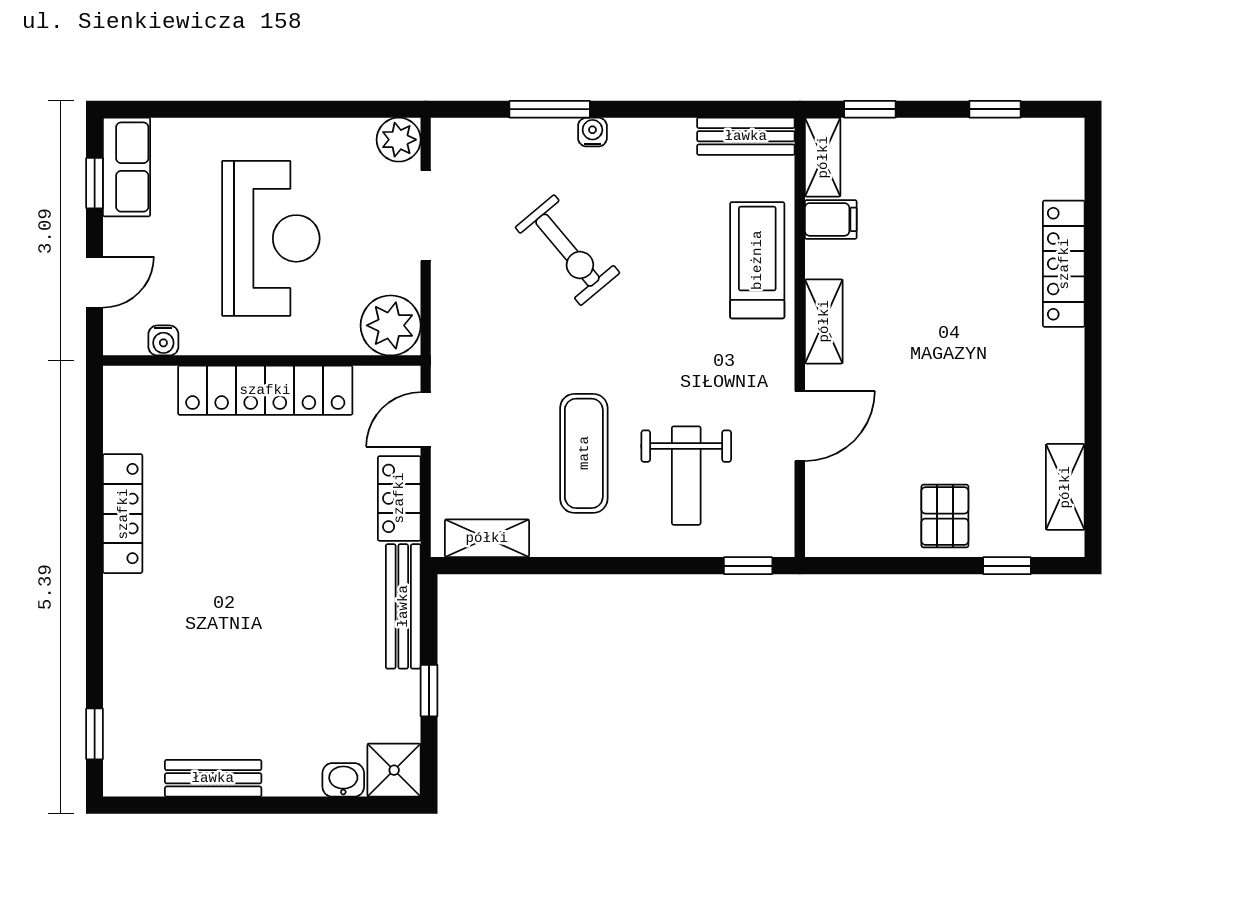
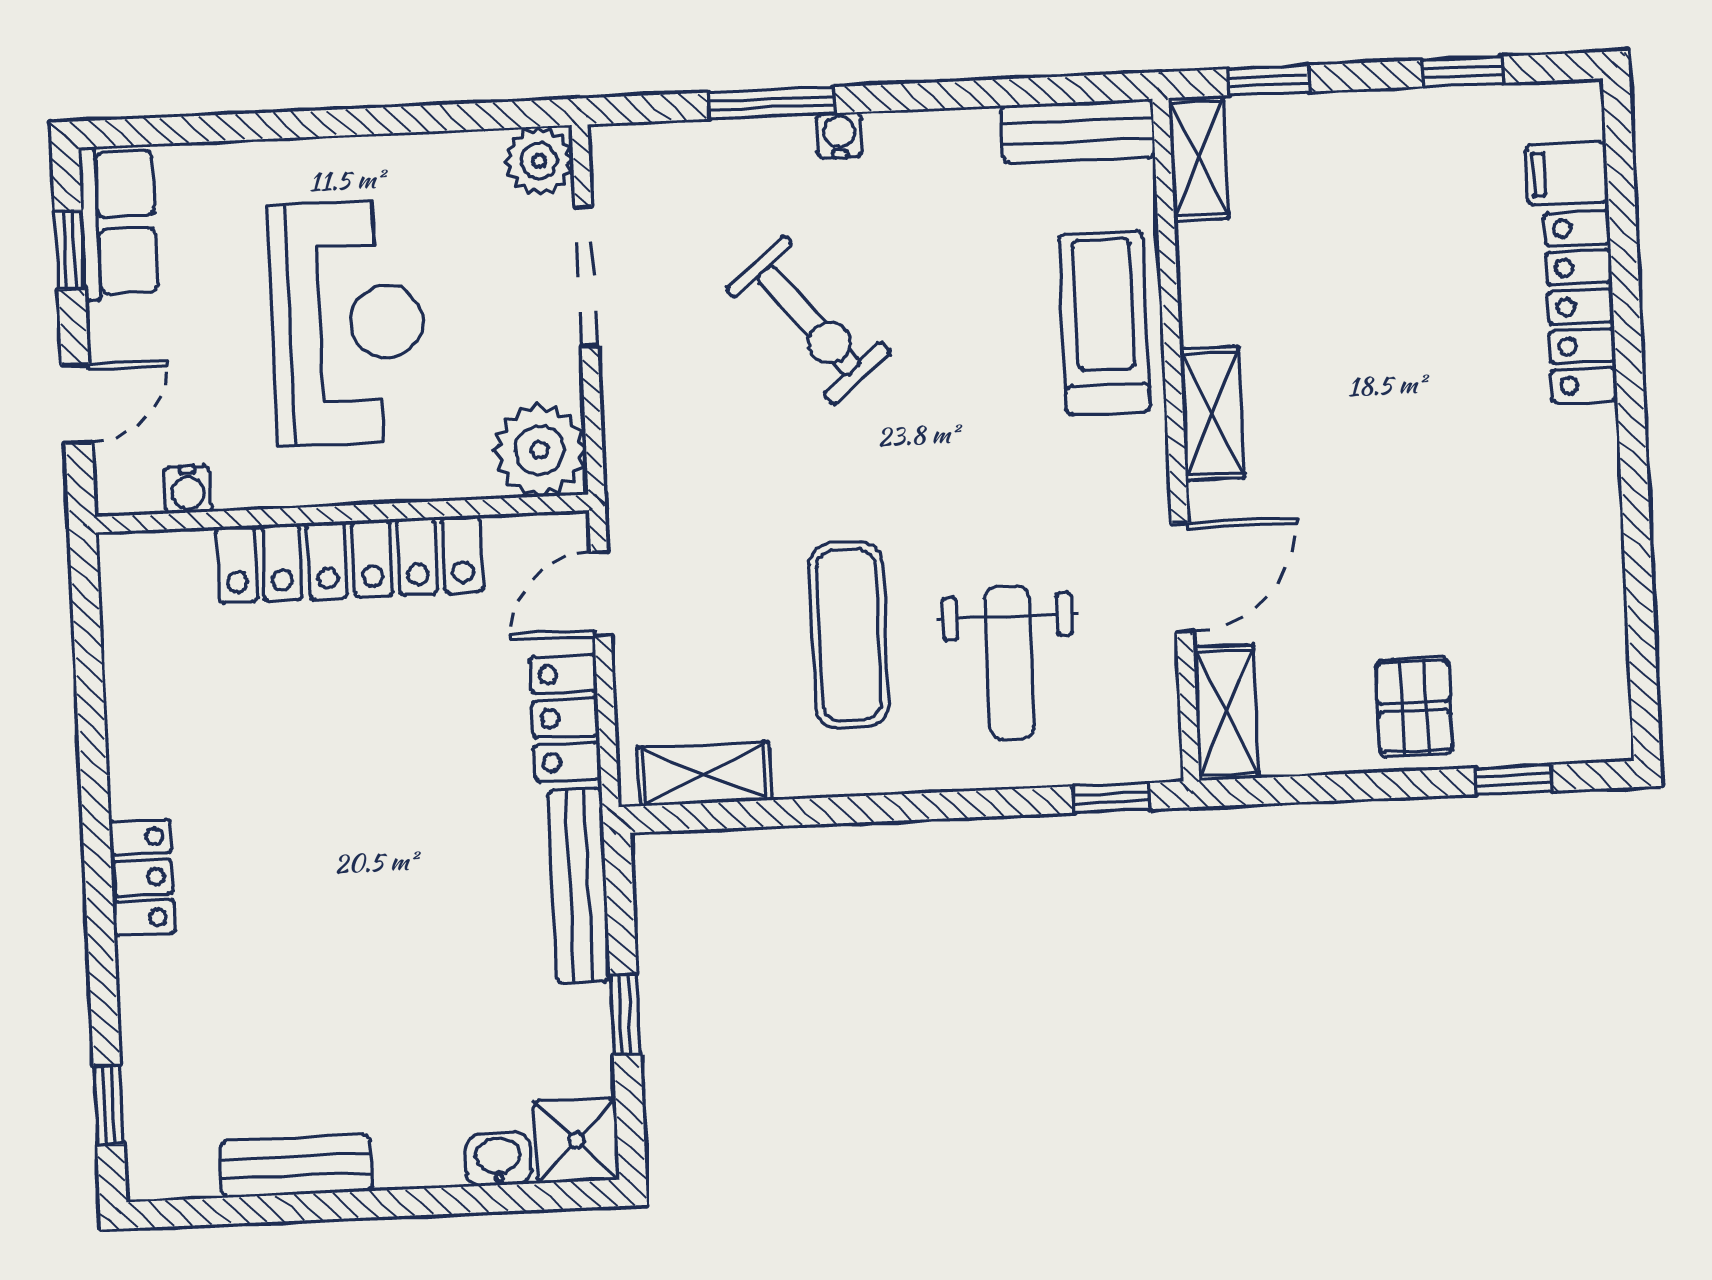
filing cabinet: (831, 219) -> (1567, 173), moved, turned 180
shelving: (1065, 487) -> (1226, 713), moved
locker: (123, 514) -> (142, 877), moved, width x0.66

